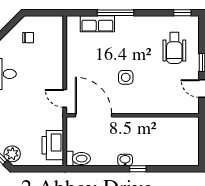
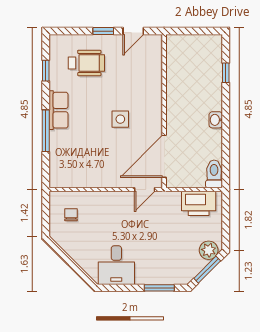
window: (182, 13) -> (46, 71), moved
row of seats: (97, 24) -> (58, 110), moved
chair: (28, 38) -> (71, 215), moved
window: (138, 169) -> (226, 73), moved

